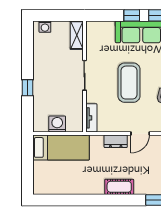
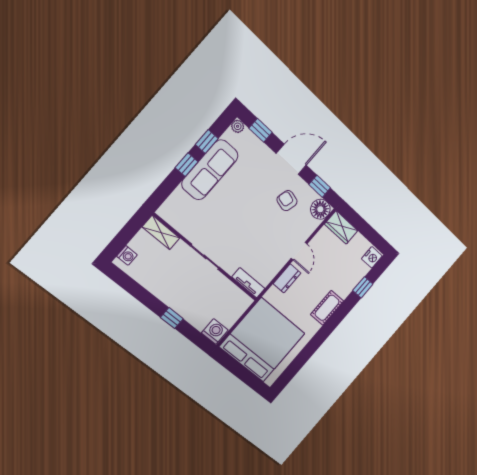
coffee table: (129, 83) -> (247, 222), removed
washing machine: (57, 124) -> (215, 332), moved, turned 90
bed: (61, 147) -> (262, 340), width x2.04

